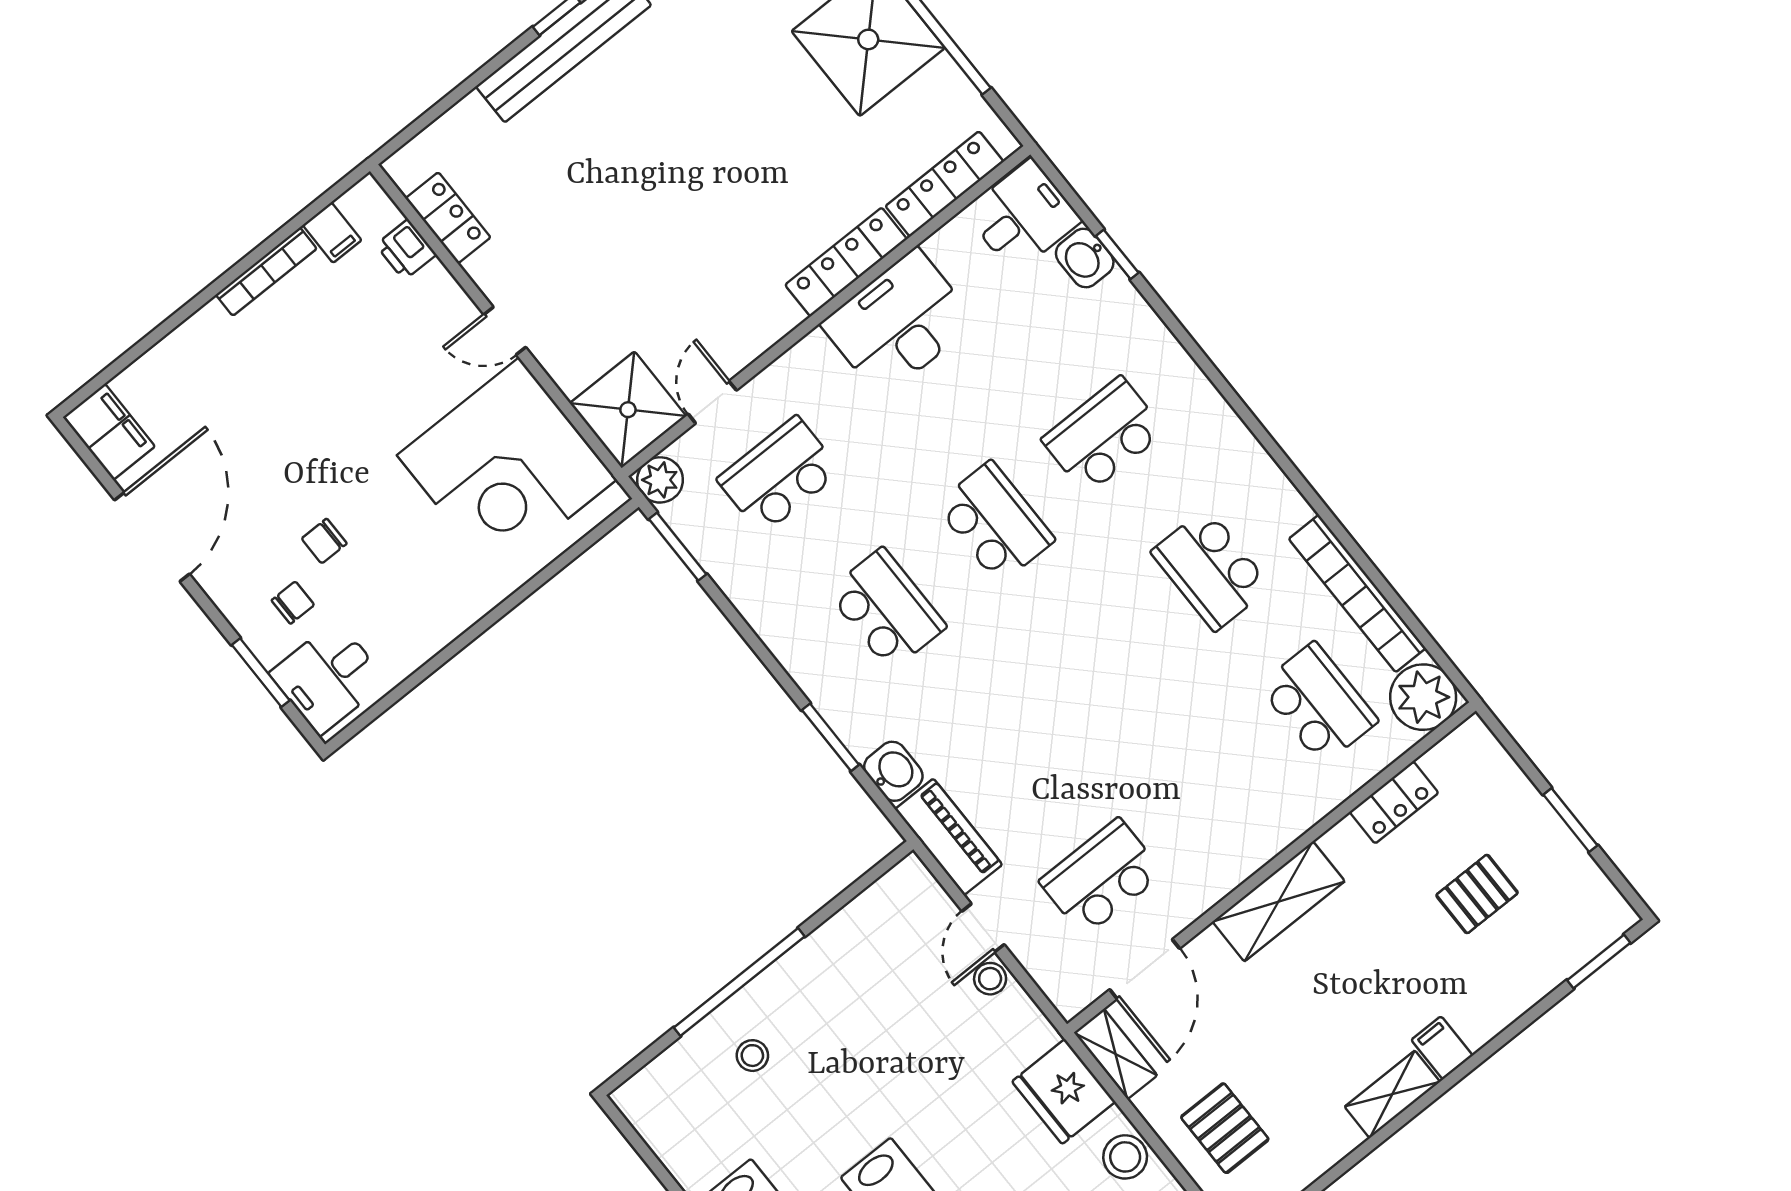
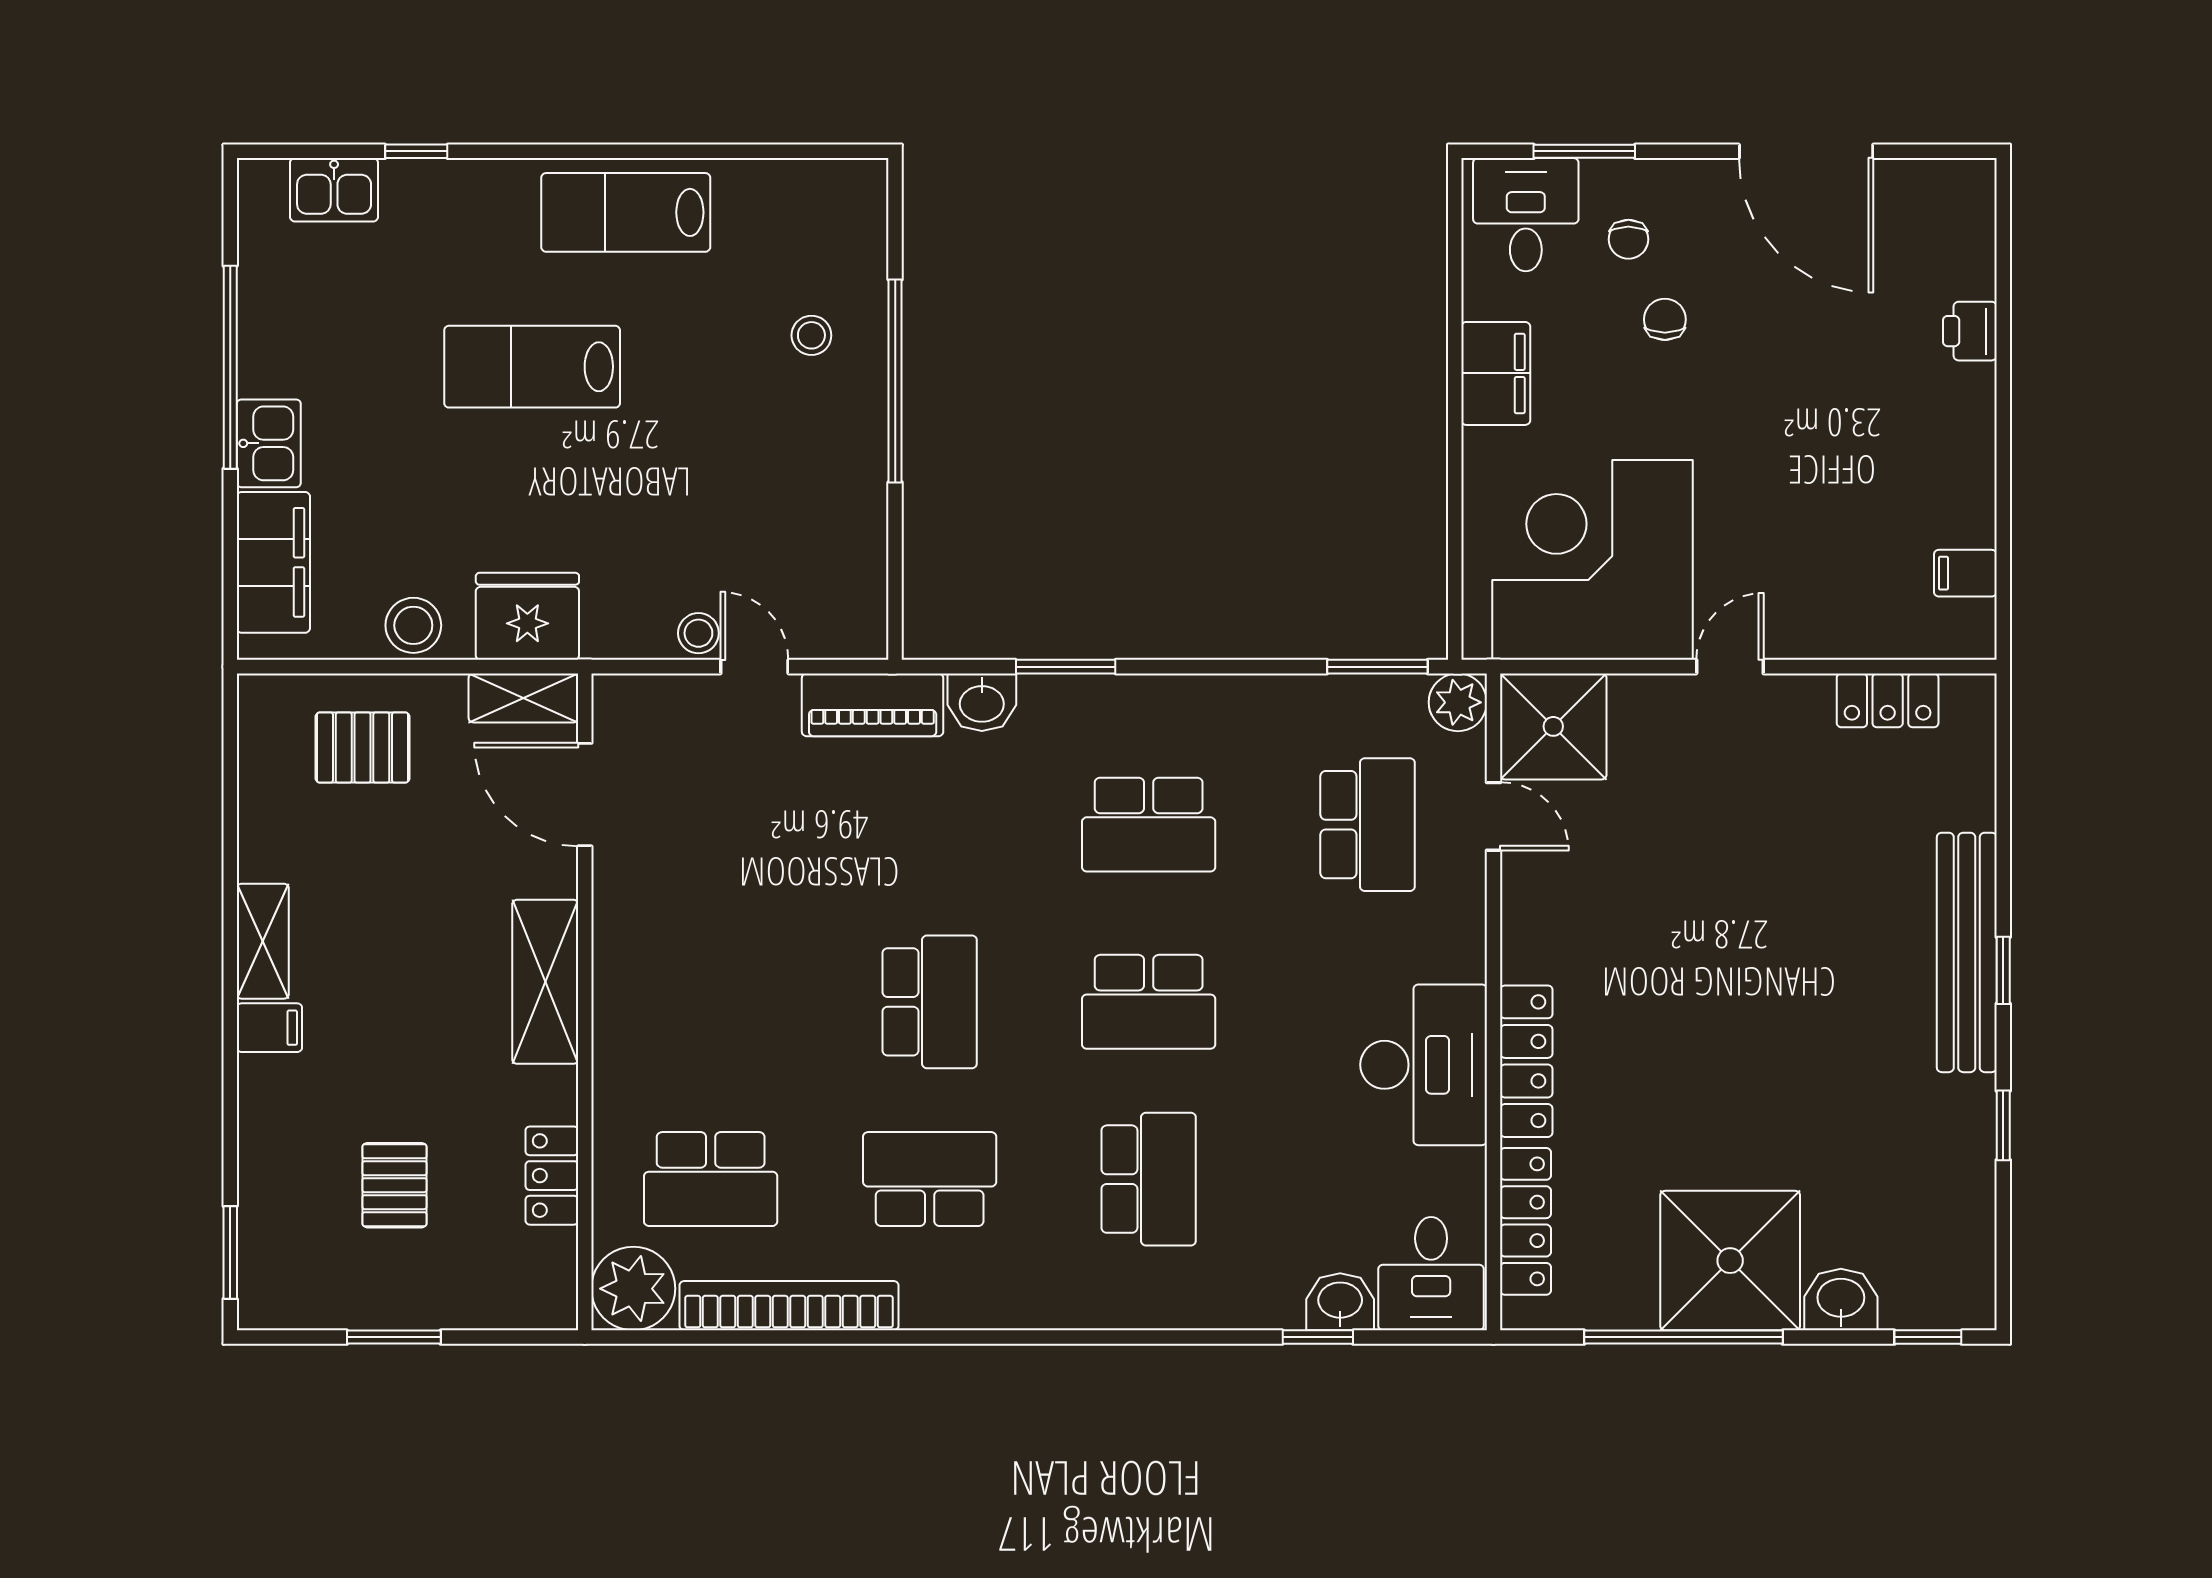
printer: (406, 250) -> (1970, 331), moved, turned -90
bookcase: (266, 272) -> (1979, 476), removed
filing cabinet: (109, 432) -> (1496, 373), moved, turned -90
school desk: (1101, 877) -> (930, 1002), moved

